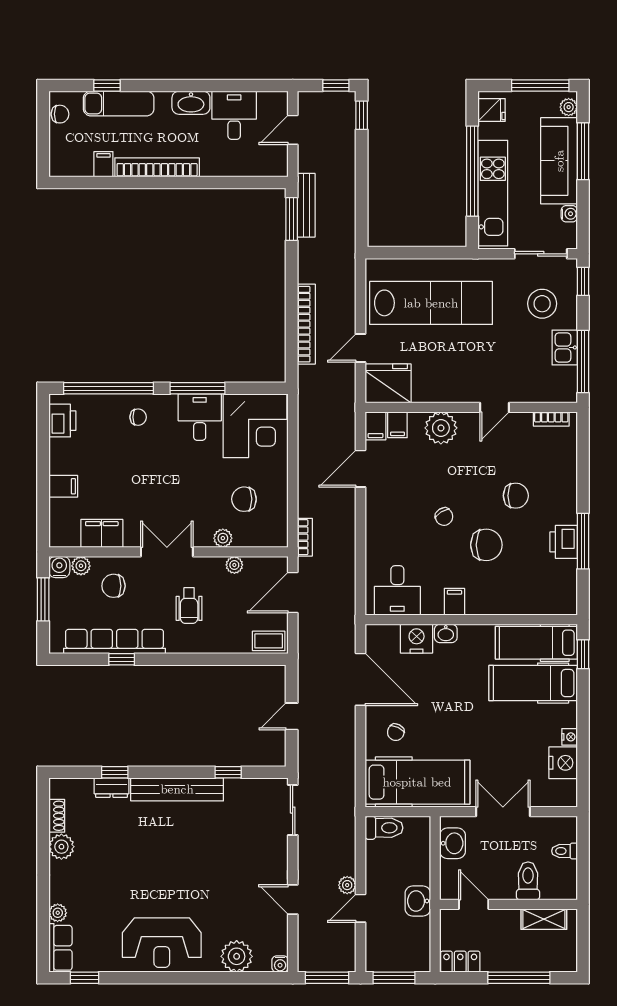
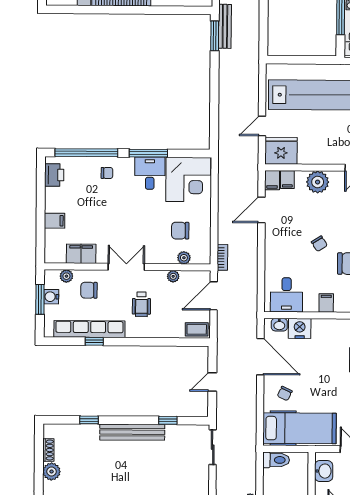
bookcase: (306, 324) -> (224, 109), removed
plant: (223, 538) -> (184, 258), moved
water cooler: (59, 567) -> (51, 297), moved, turned -90
washbasin: (446, 633) -> (279, 325), moved
dresser: (112, 788) -> (87, 431), removed

